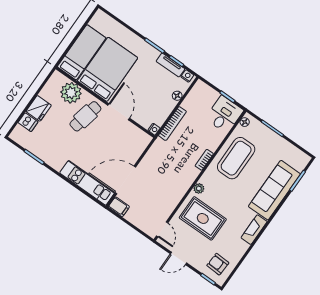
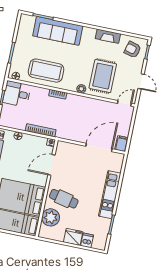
door: (119, 112) -> (51, 165), moved
door: (125, 180) -> (99, 147), swing flipped
kitchen unit: (87, 183) -> (110, 195), moved
fireplace: (254, 230) -> (108, 36), moved
armchair: (218, 264) -> (133, 50), turned 102

